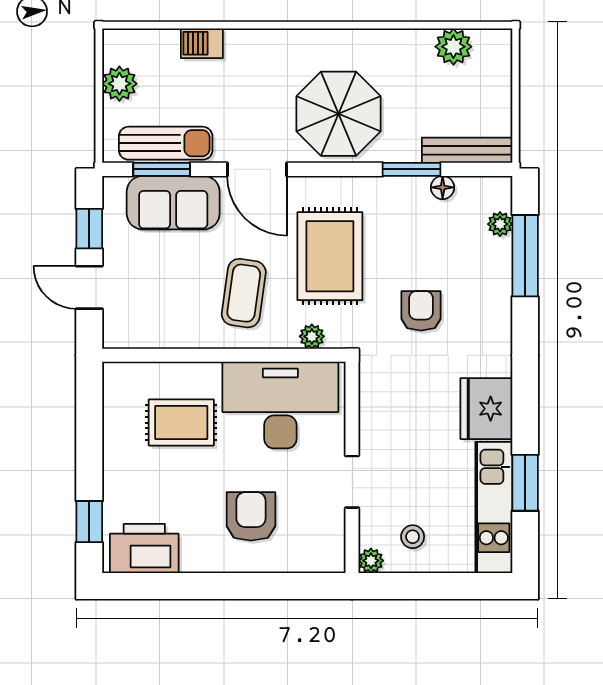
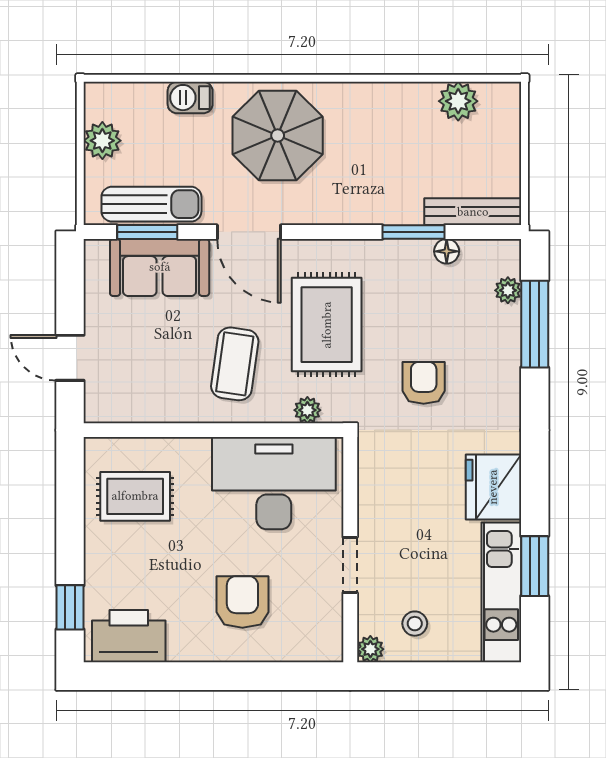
parasol: (339, 114) -> (278, 136), moved
window: (89, 229) -> (70, 295), removed
rug: (181, 423) -> (135, 496), moved

